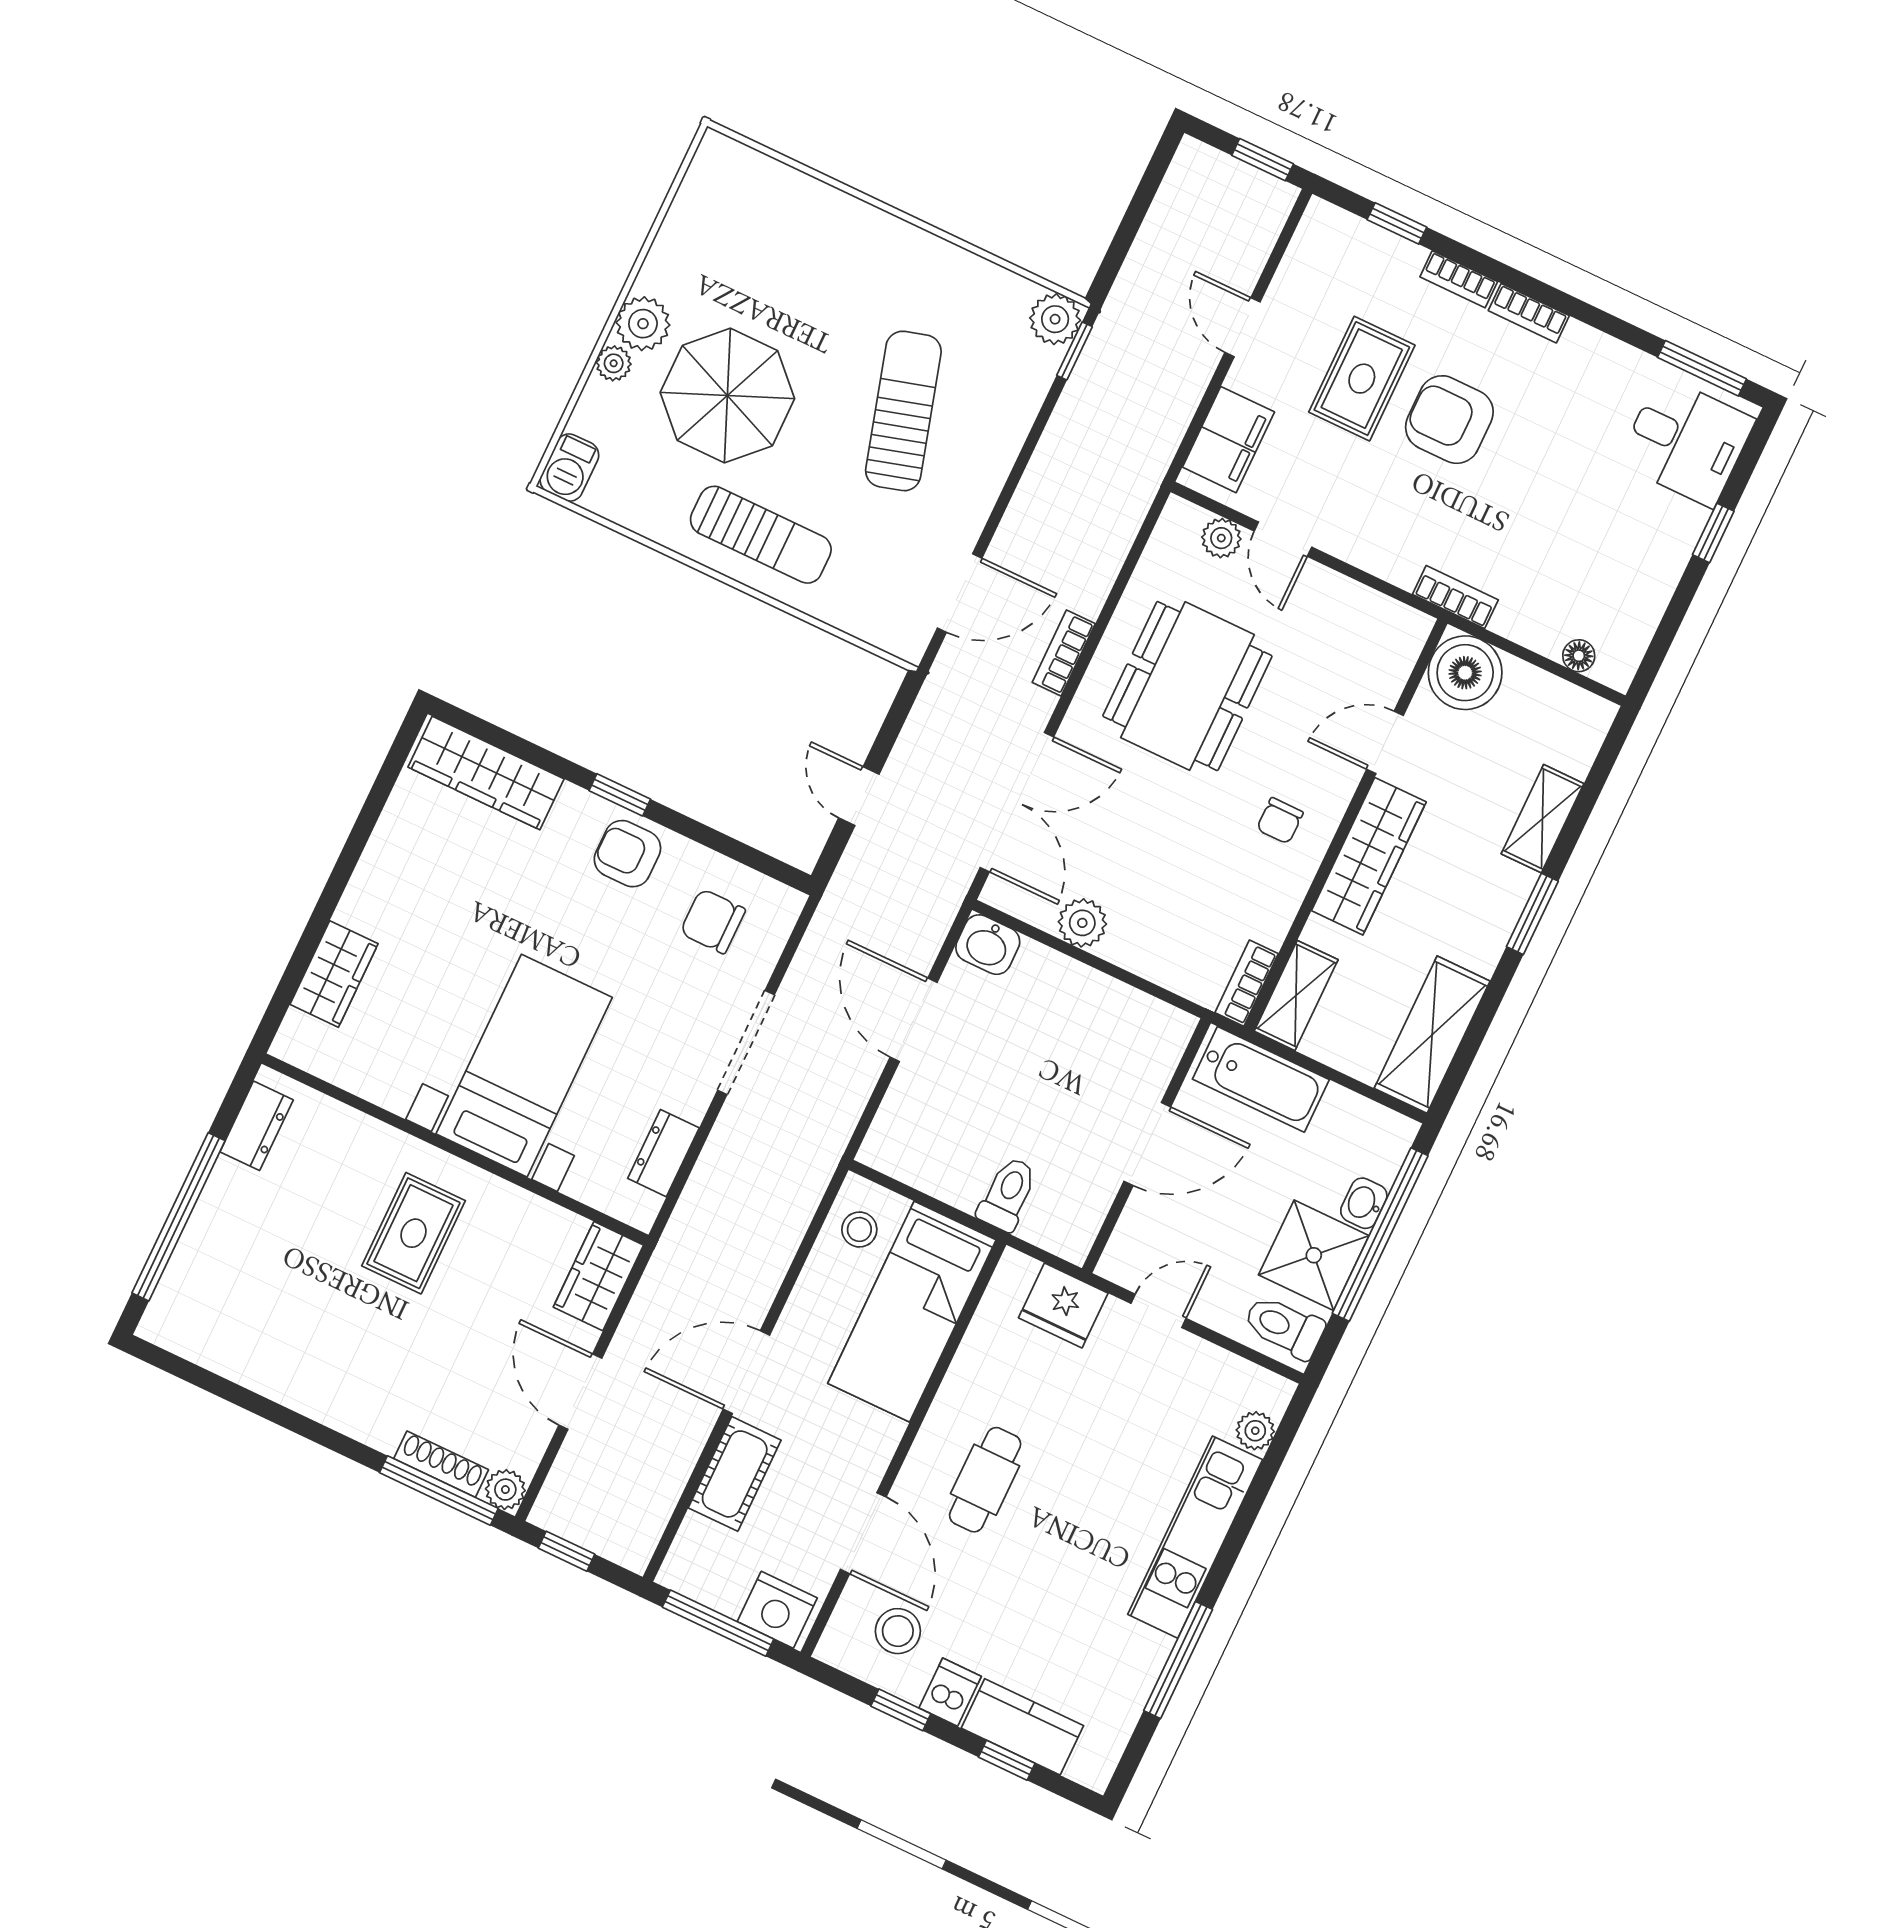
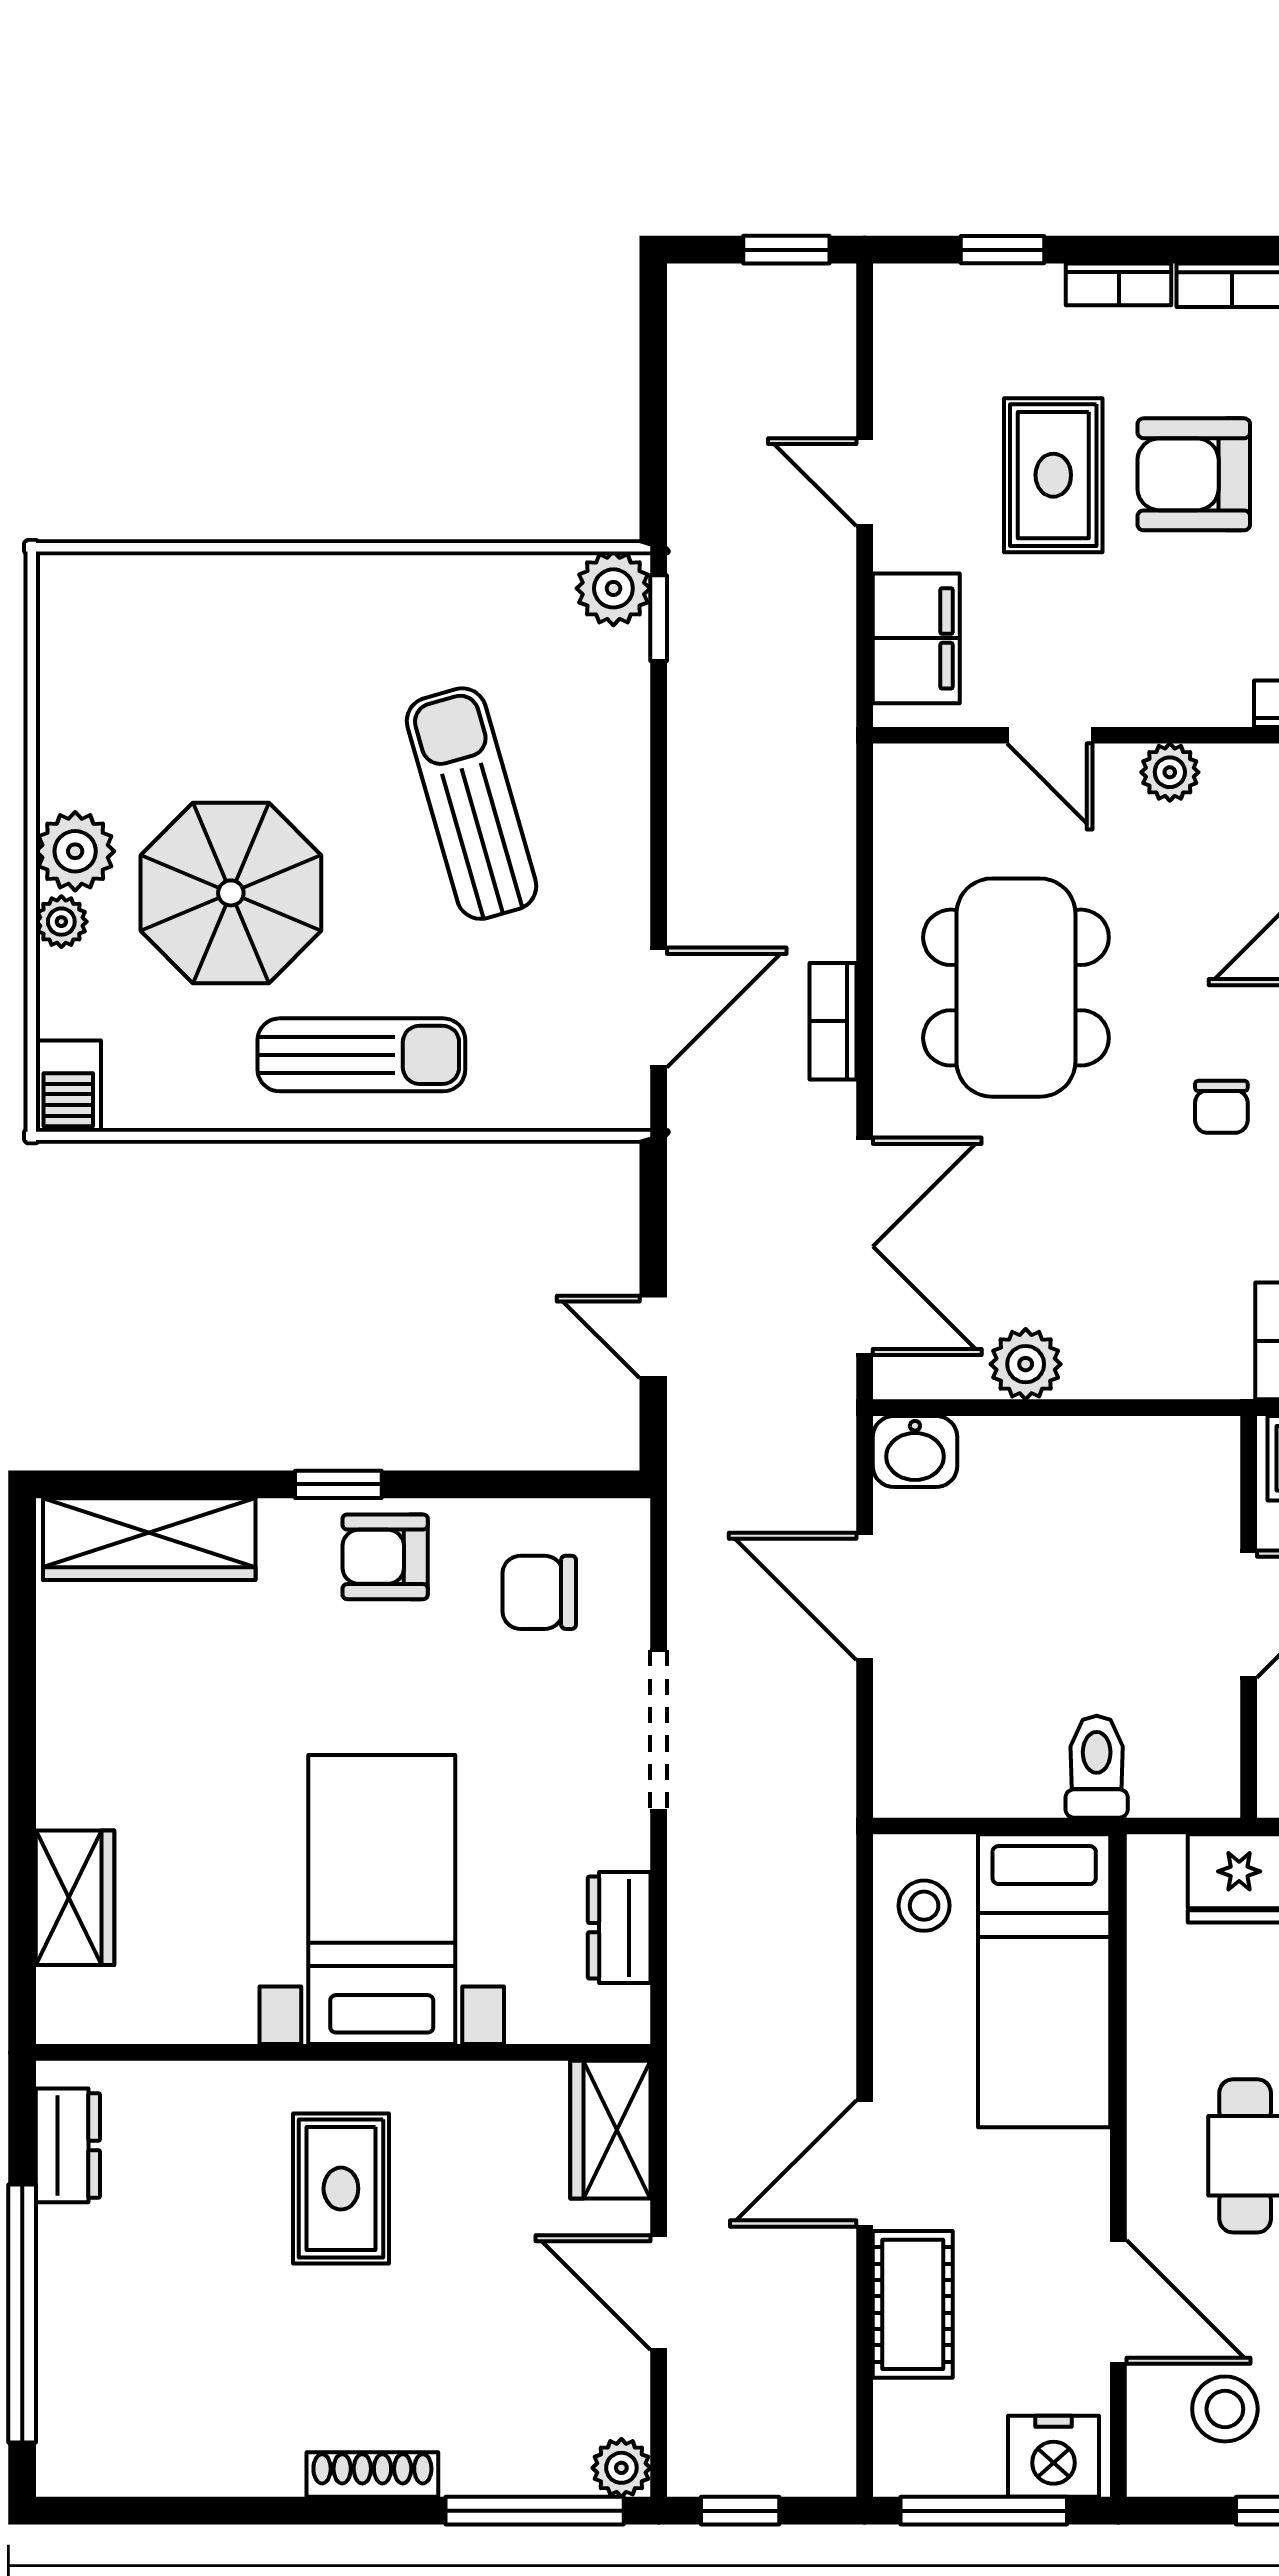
plant: (1221, 538) -> (1170, 772), moved
shoe rack: (441, 1464) -> (372, 2475), moved

